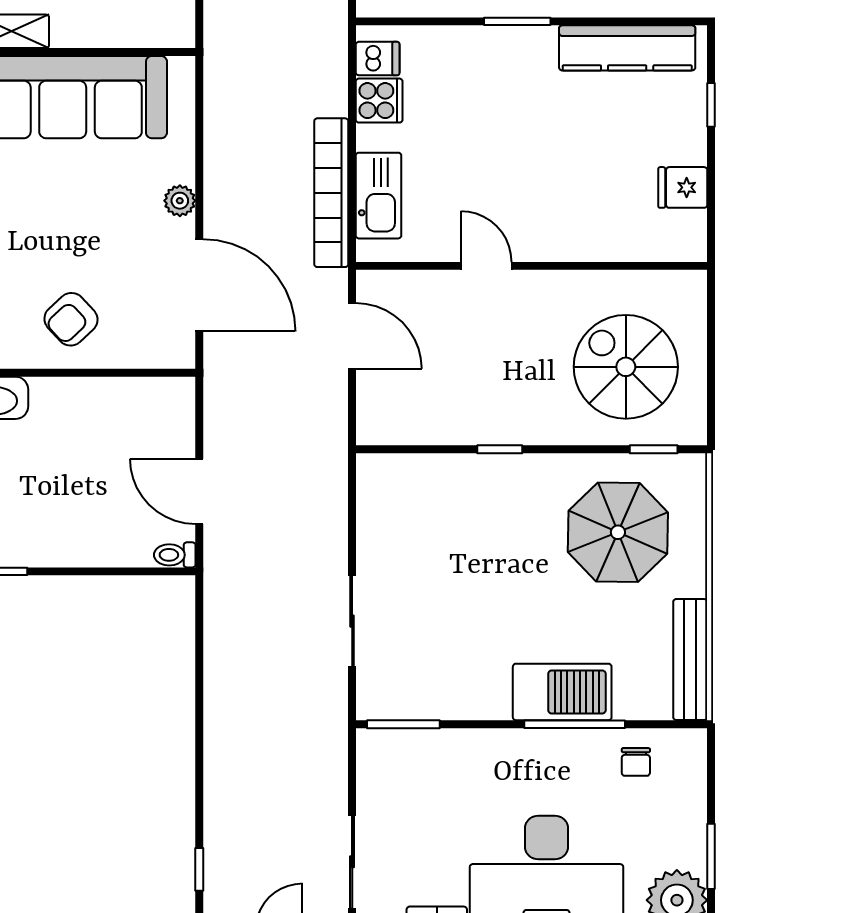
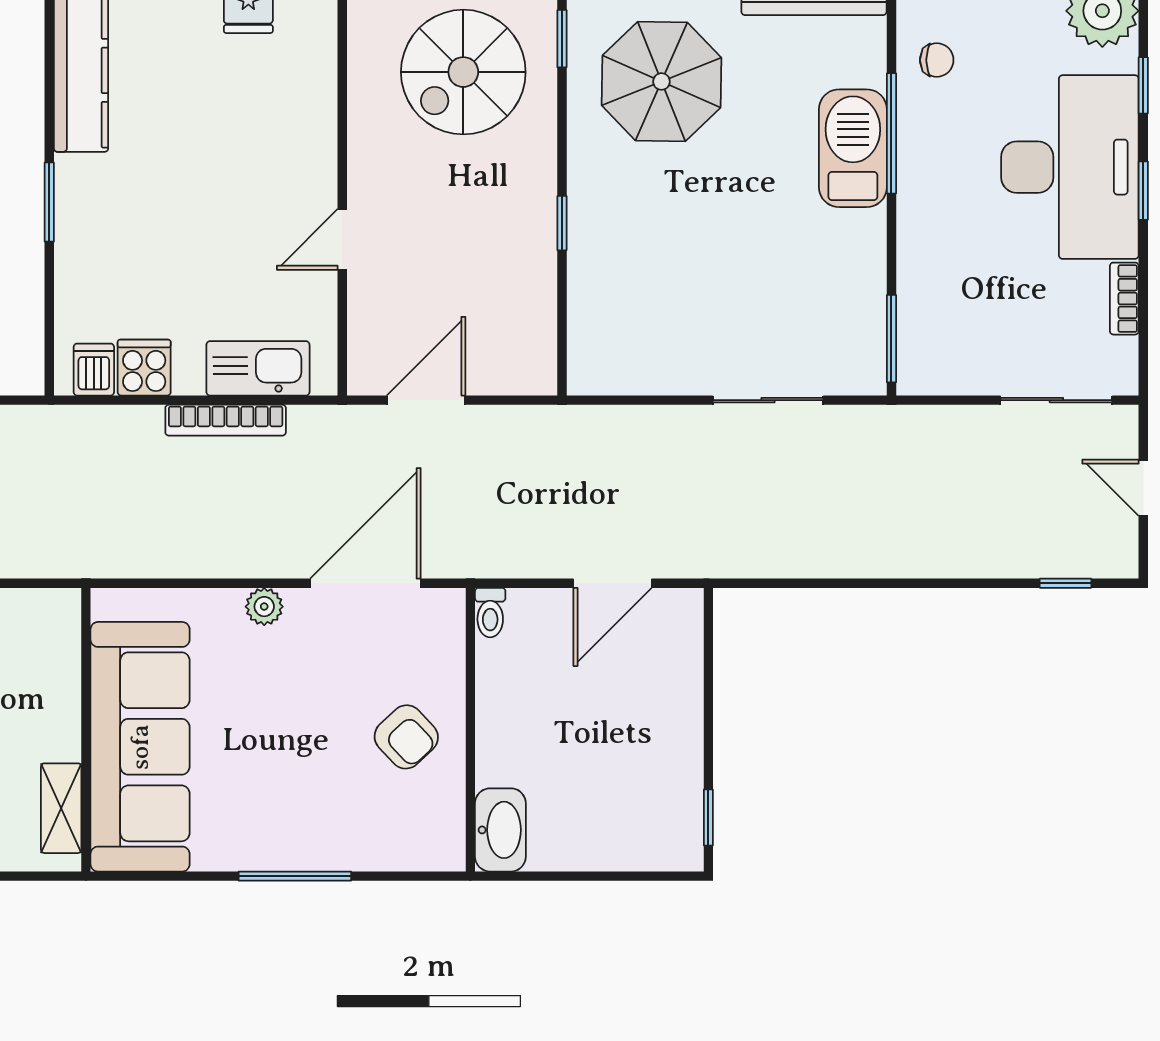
bookcase: (331, 193) -> (226, 420), width x0.68, depth x0.76
toilet: (175, 555) -> (490, 613), moved

